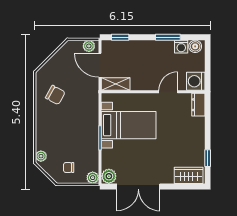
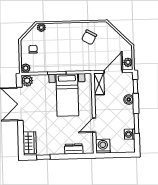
boiler: (195, 46) -> (129, 99), moved
door: (168, 92) -> (94, 125), swing flipped
dresser: (198, 105) -> (74, 149), moved

